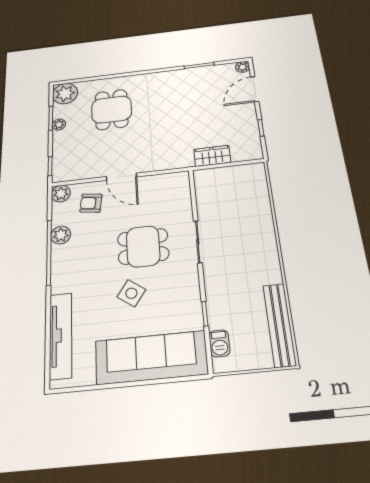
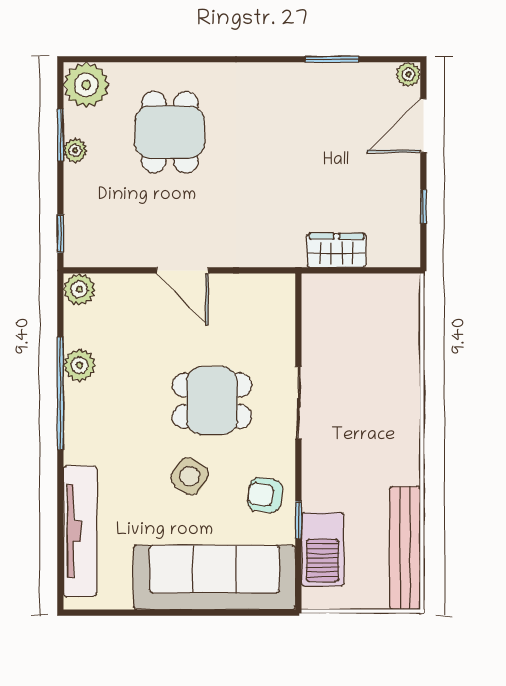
armchair: (91, 203) -> (265, 495), moved
barbecue: (219, 343) -> (323, 549), width x1.88, depth x1.53

